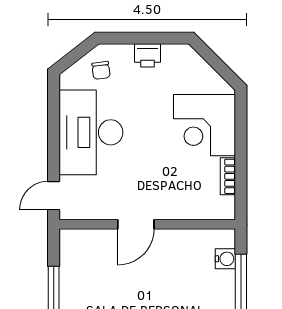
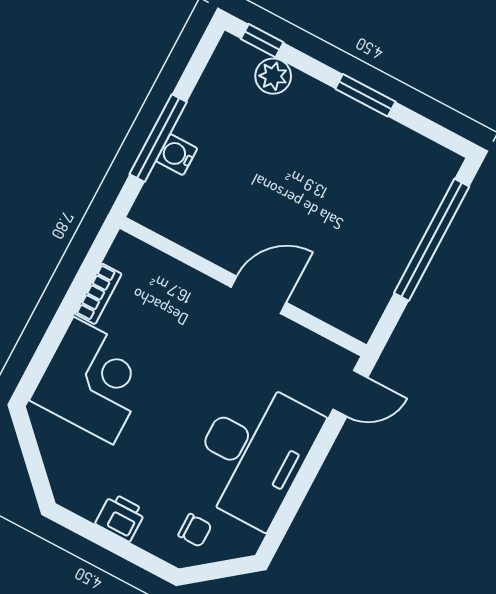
chair: (101, 70) -> (195, 530), turned 97
water cooler: (225, 259) -> (177, 155), moved

